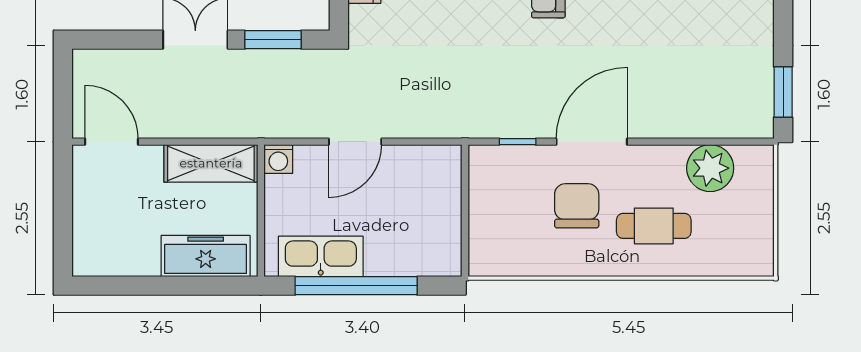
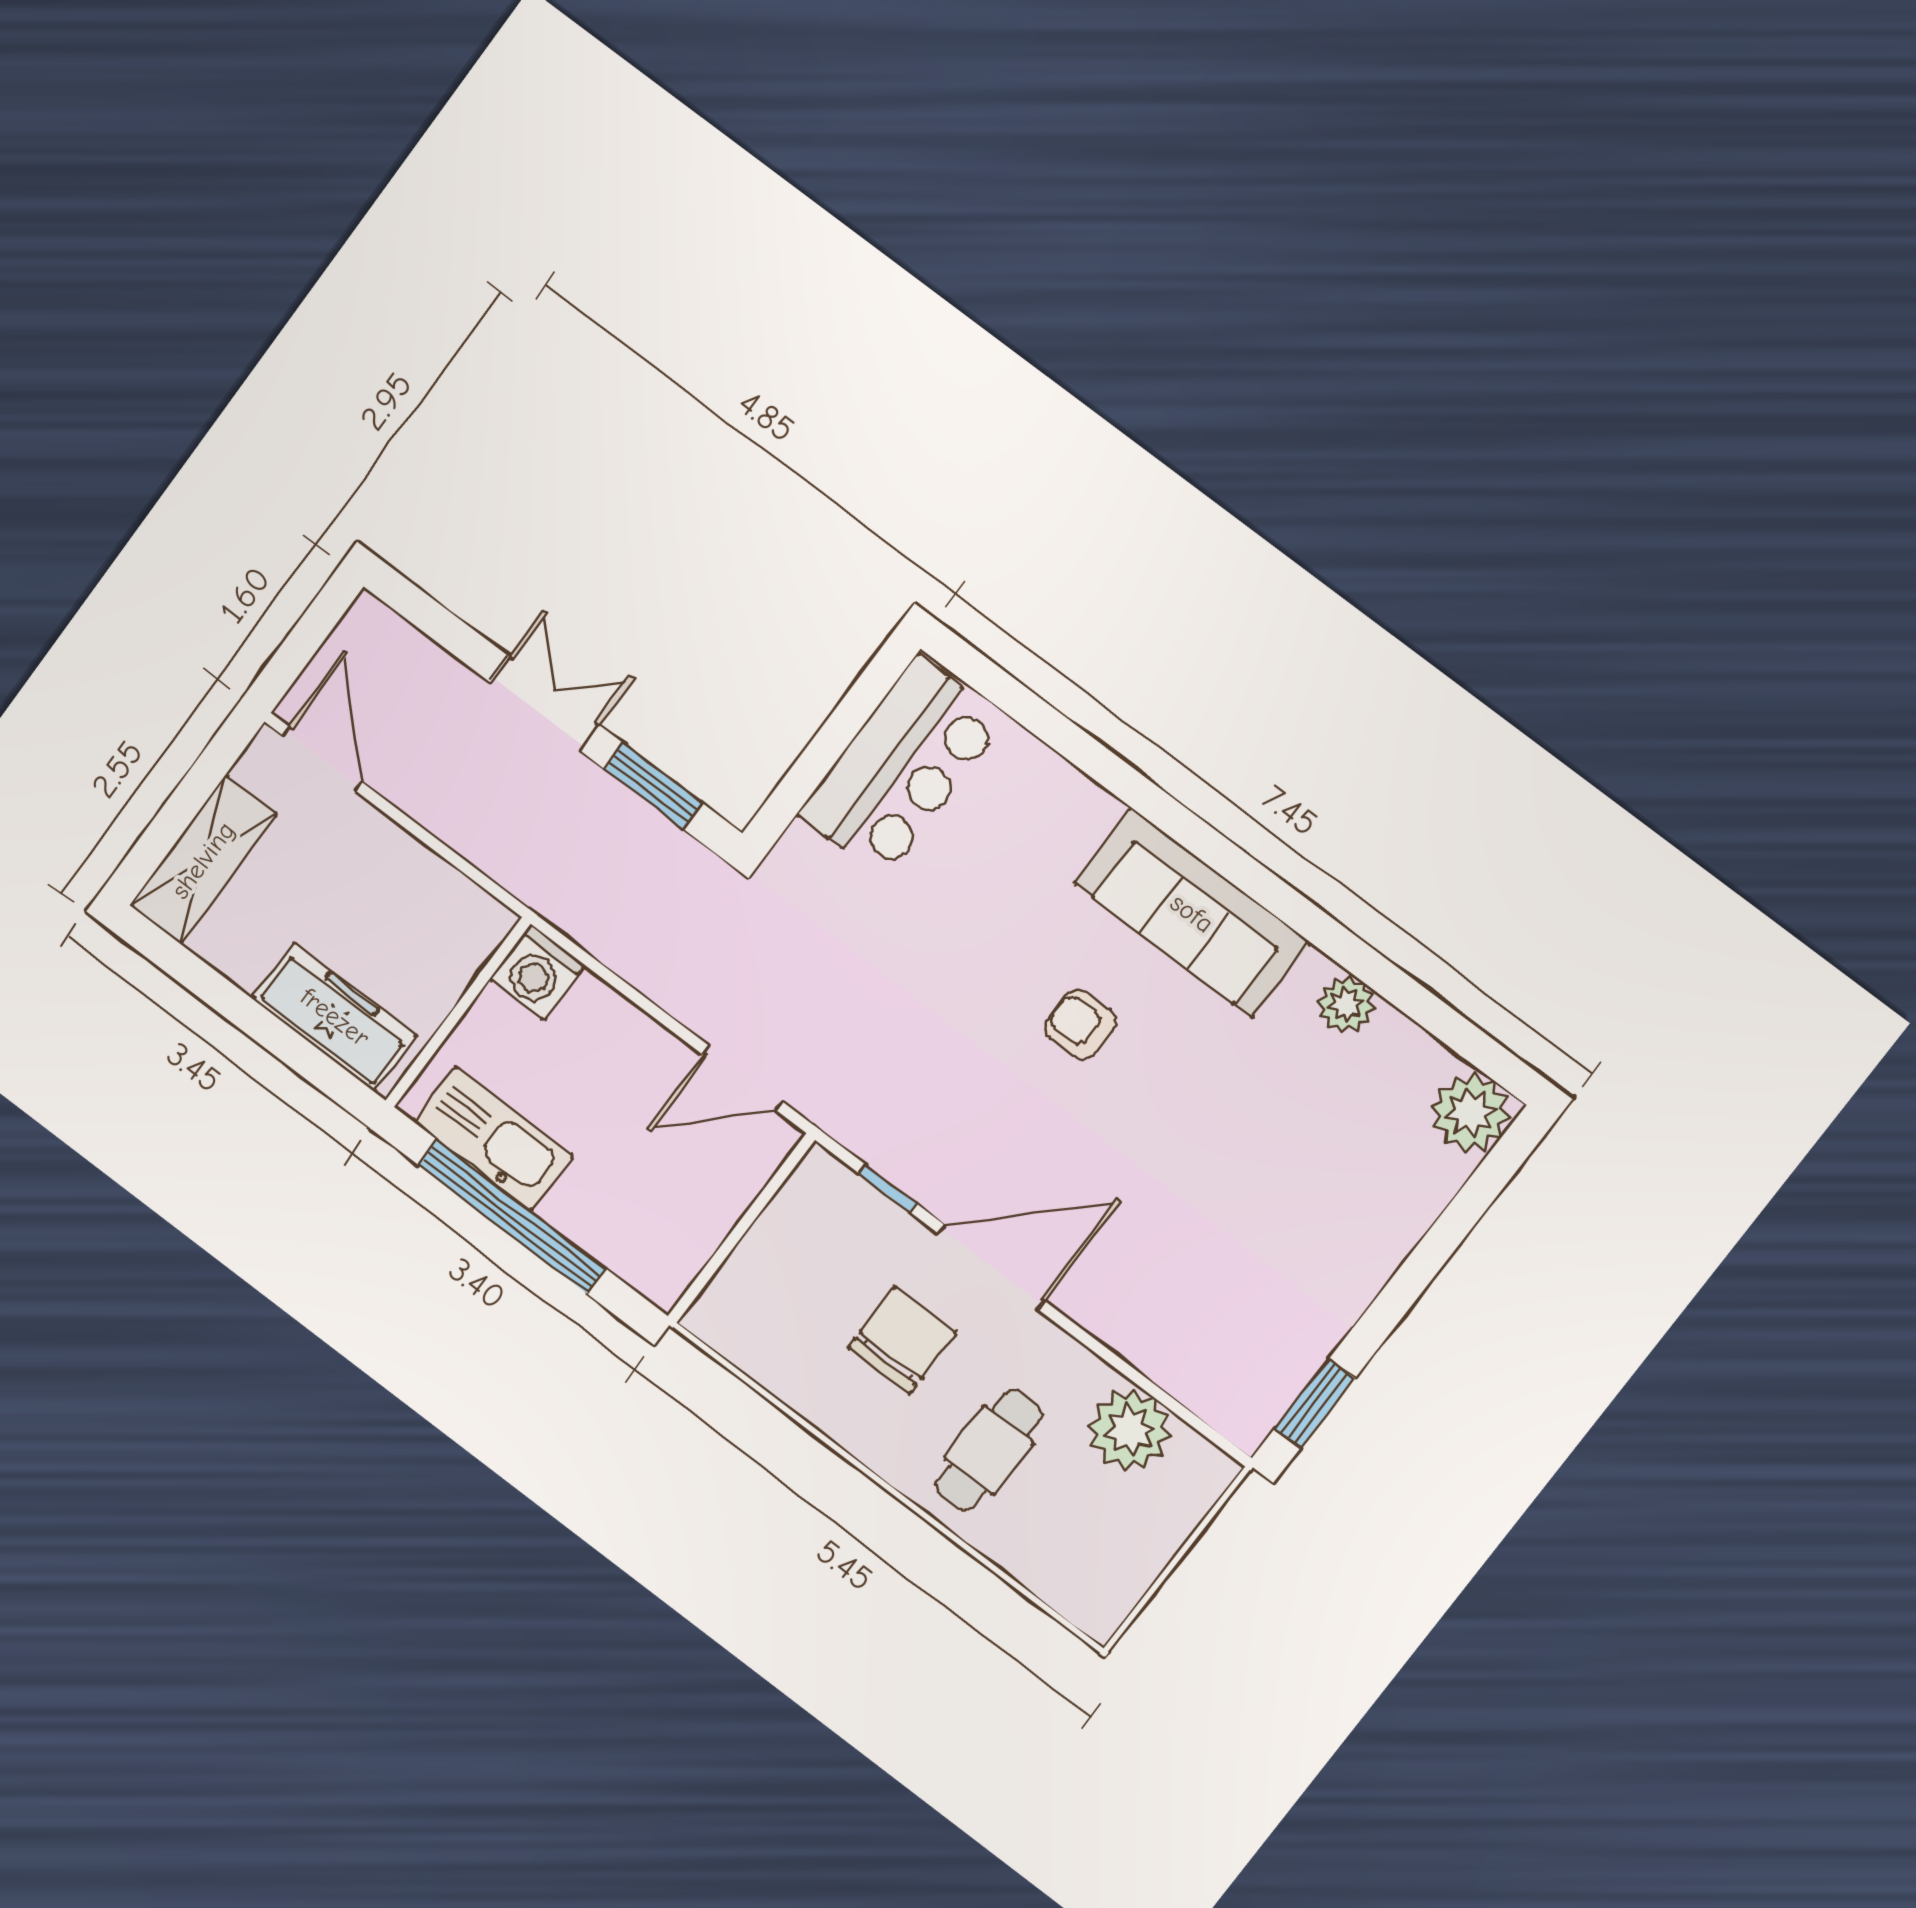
door: (355, 142) -> (743, 1078), moved
washing machine: (278, 159) -> (537, 972), width x1.38, depth x1.38
shelving: (211, 163) -> (203, 860), moved, turned 90
cafe table: (654, 226) -> (989, 1450), turned 90

